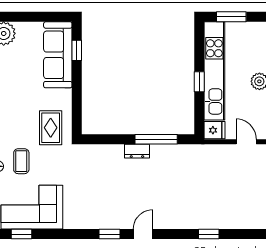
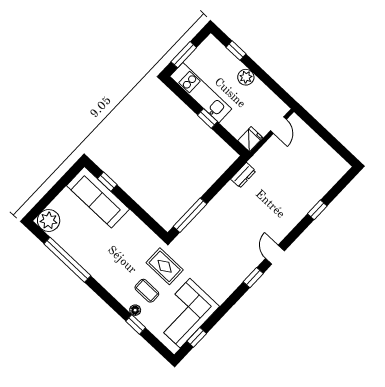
kitchen unit: (214, 71) -> (201, 93), width x0.73
rug: (51, 128) -> (165, 266), moved
window: (156, 139) -> (190, 215), moved
door: (246, 142) -> (278, 125), swing flipped
dresser: (137, 151) -> (243, 175), moved

